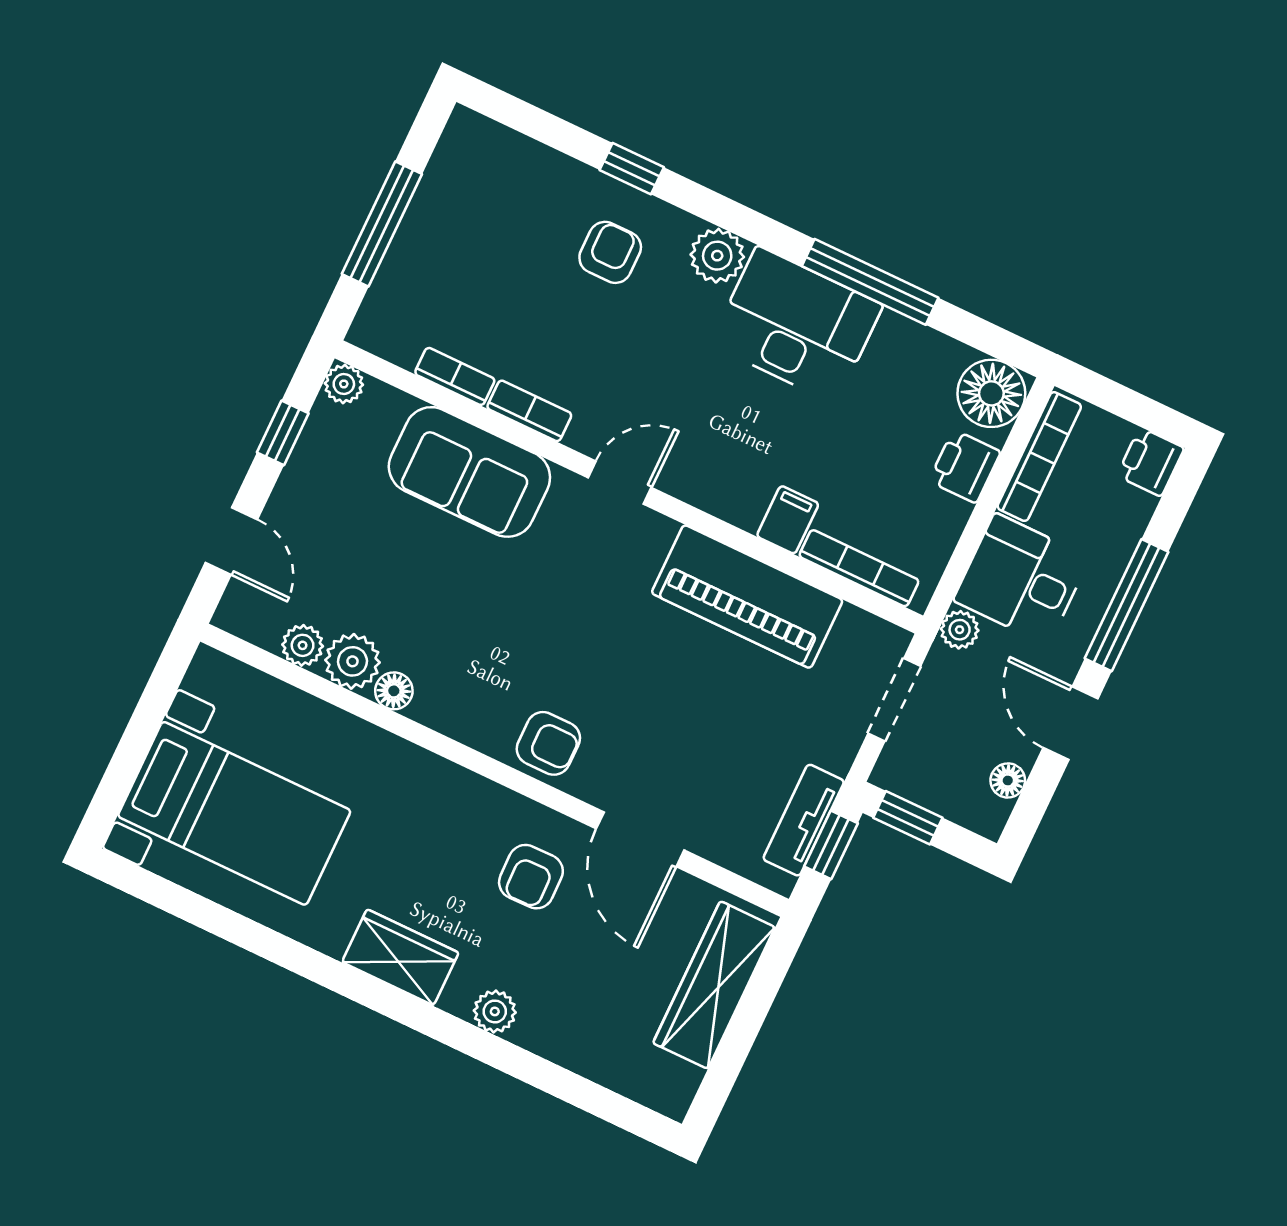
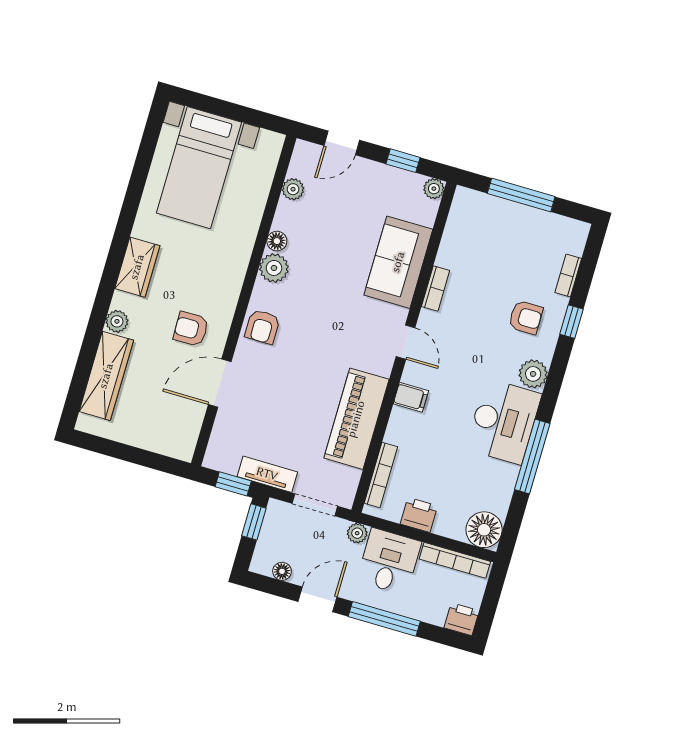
bookcase: (455, 376) -> (568, 275), moved, turned 180
printer: (965, 466) -> (419, 515), moved
filing cabinet: (788, 520) -> (411, 397), moved
plant: (352, 661) -> (274, 268), moved
tv unit: (804, 820) -> (267, 474), moved
wardrobe: (714, 985) -> (106, 376), moved, turned 90

